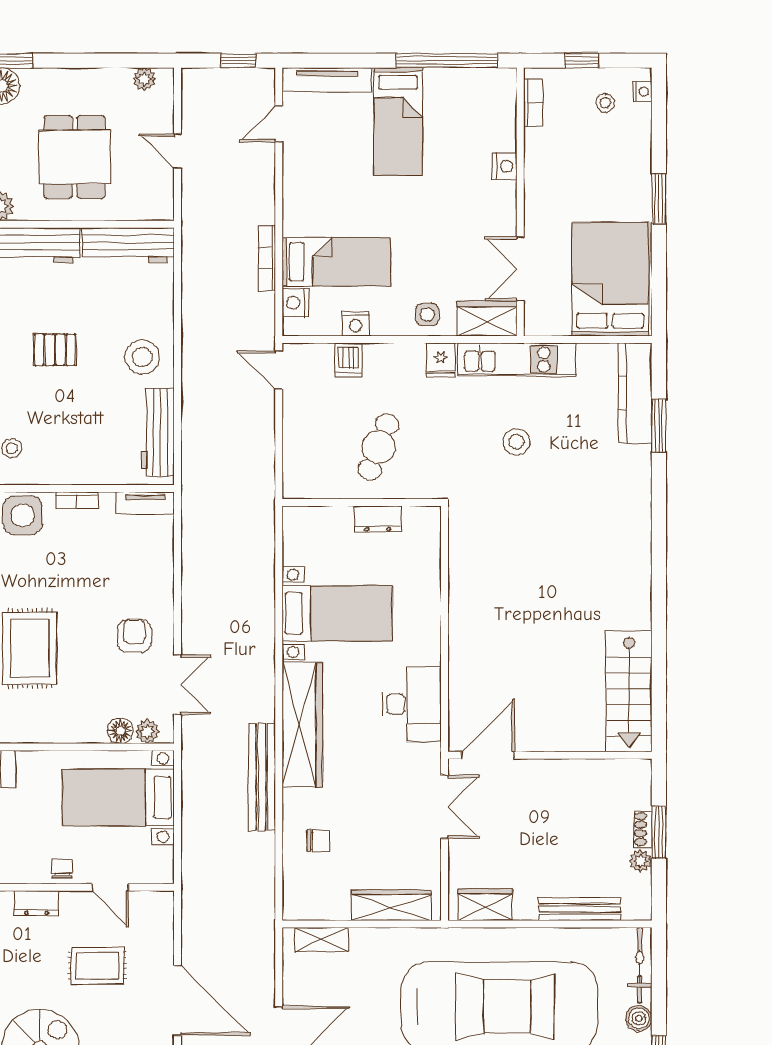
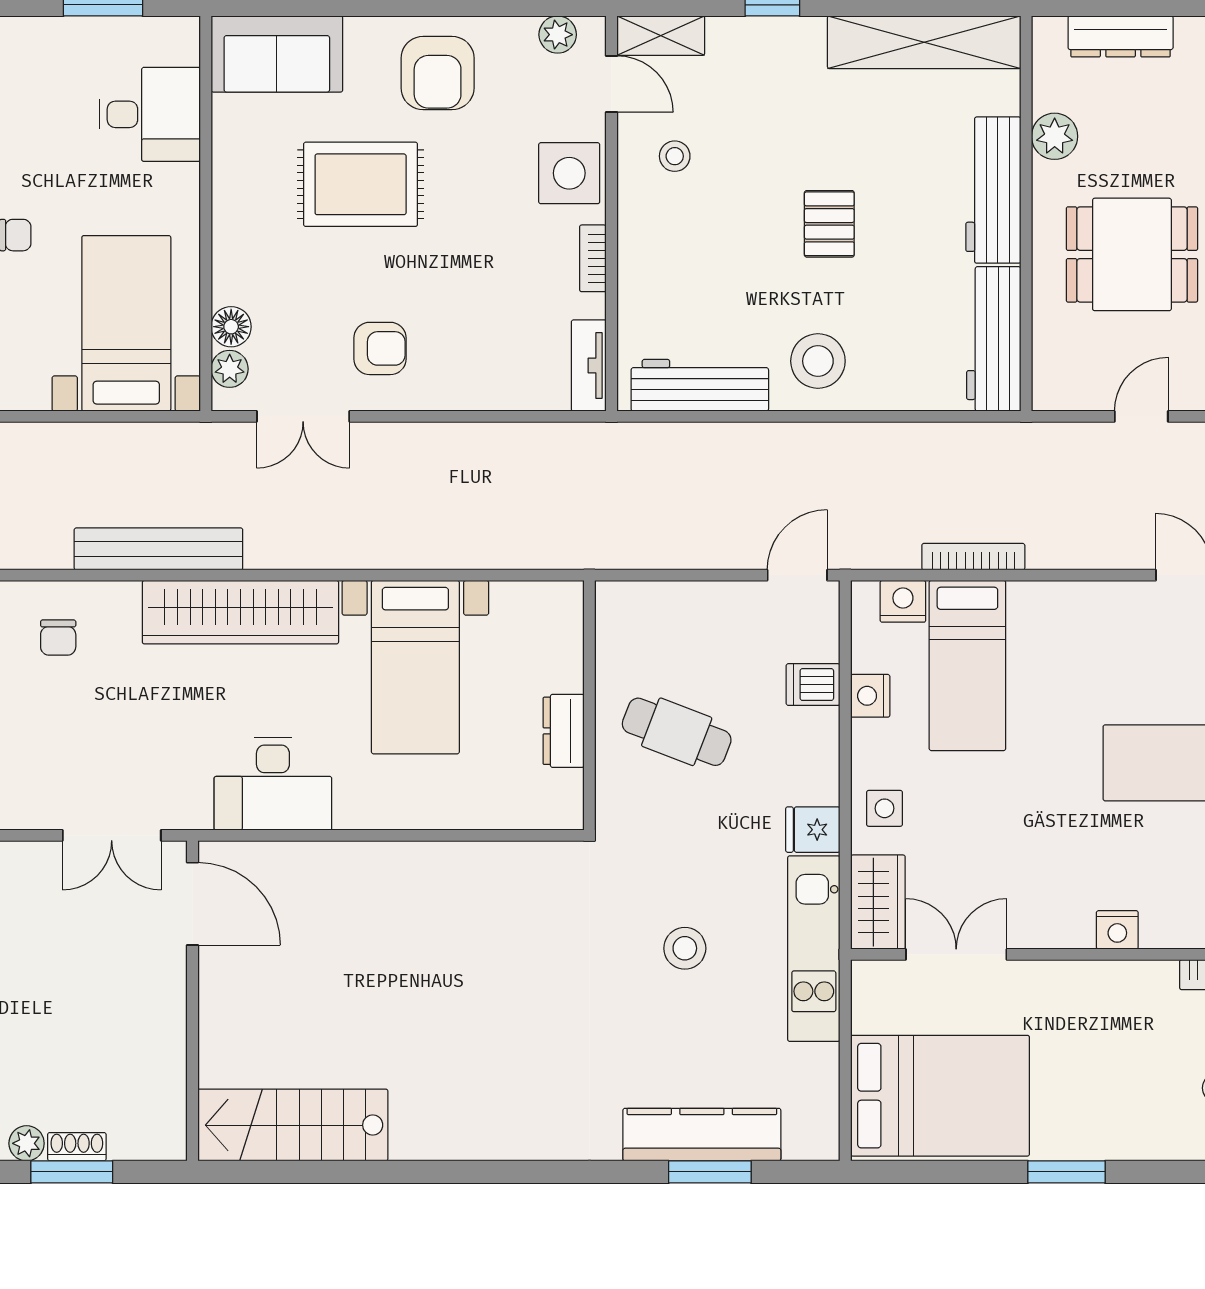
kitchen counter: (635, 393) -> (702, 1135), moved

